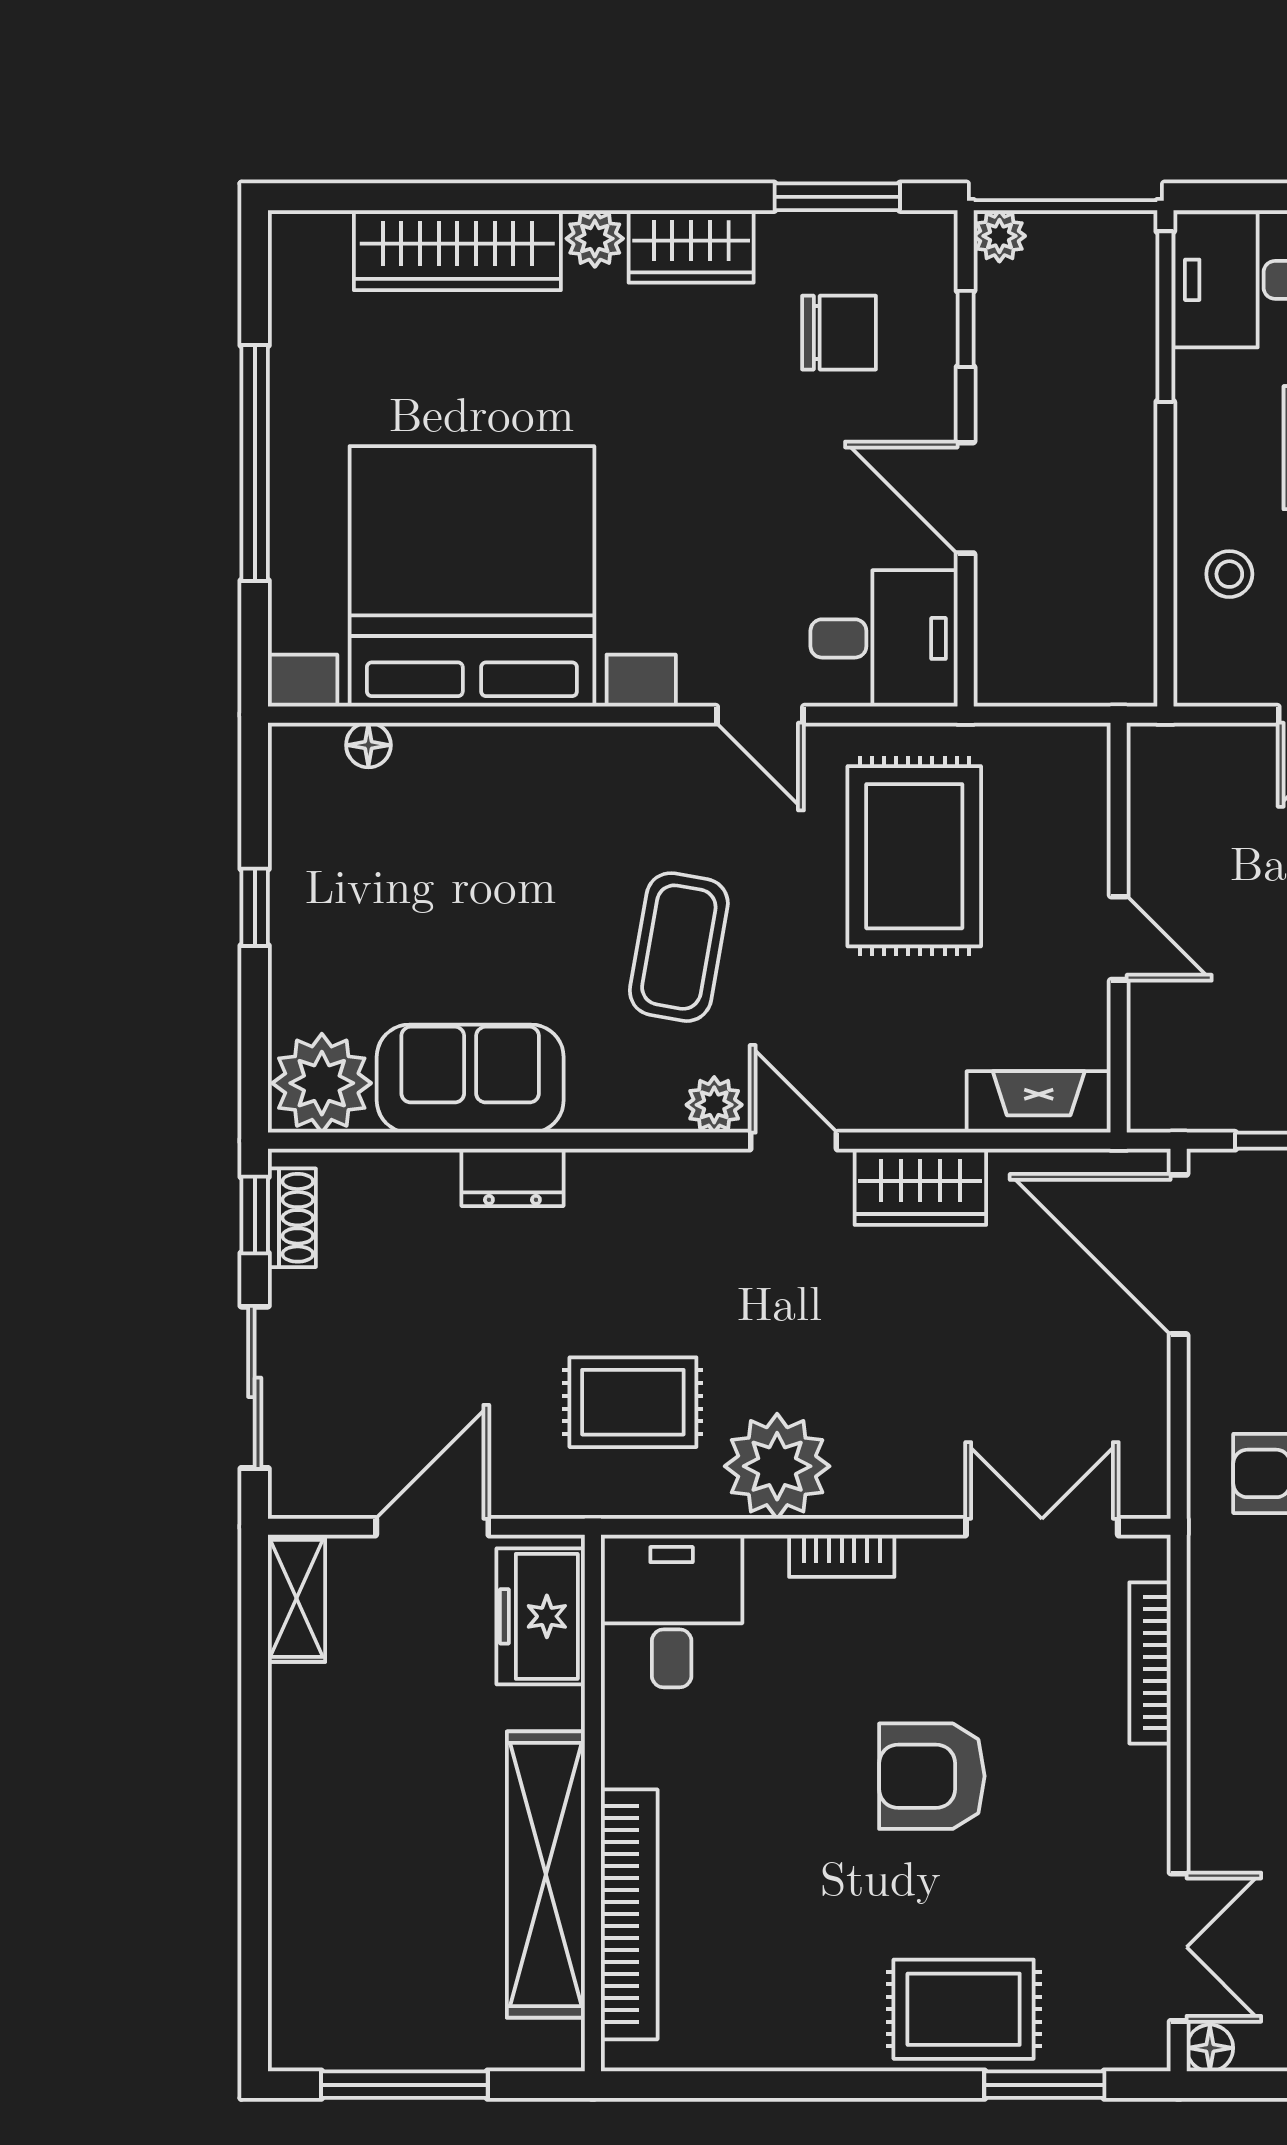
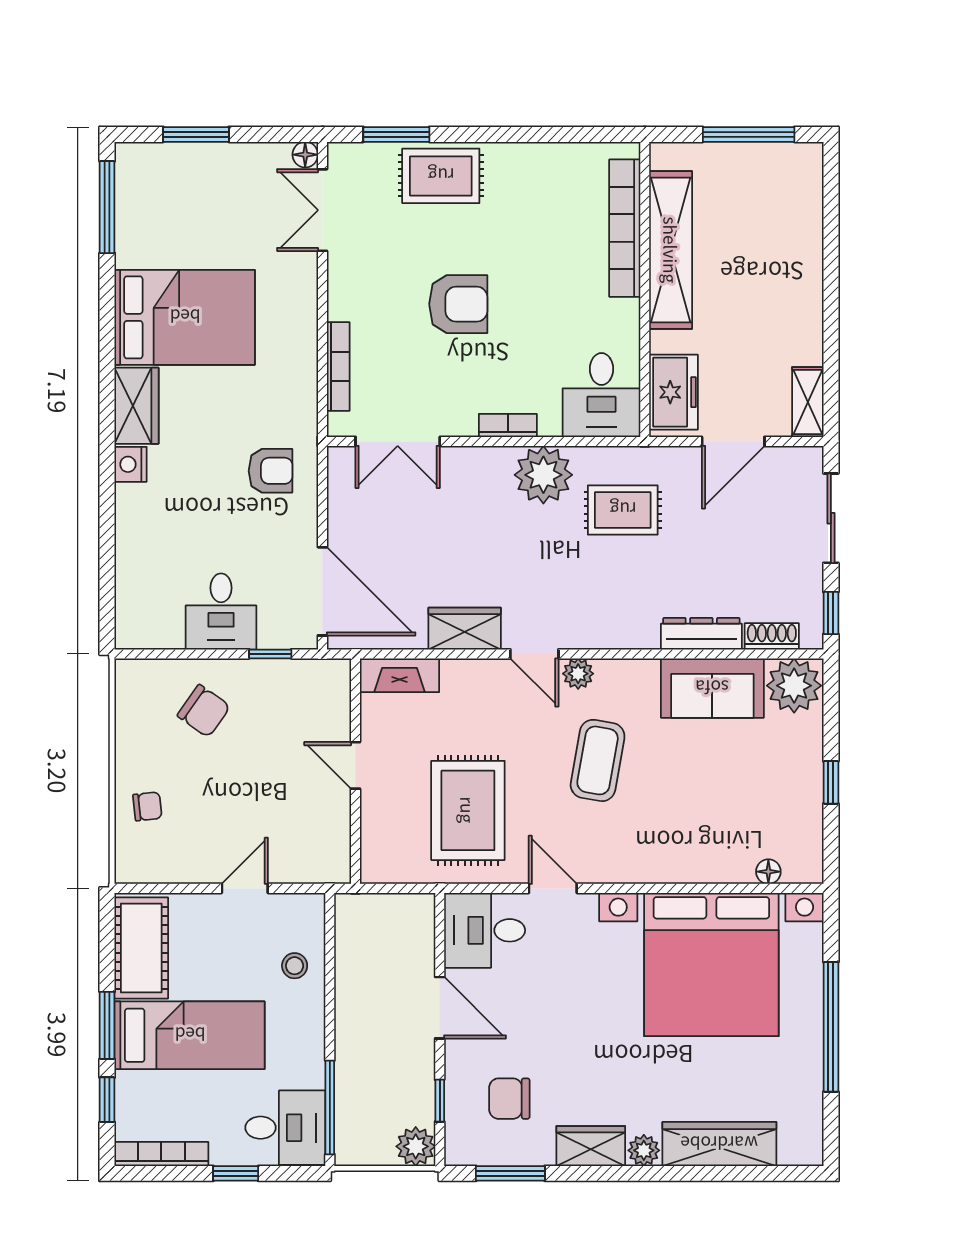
plant: (999, 236) -> (416, 1146), width x1.38, depth x1.38
dresser: (512, 1177) -> (701, 634), width x1.44
shoe rack: (292, 1218) -> (772, 636), moved, turned 90

